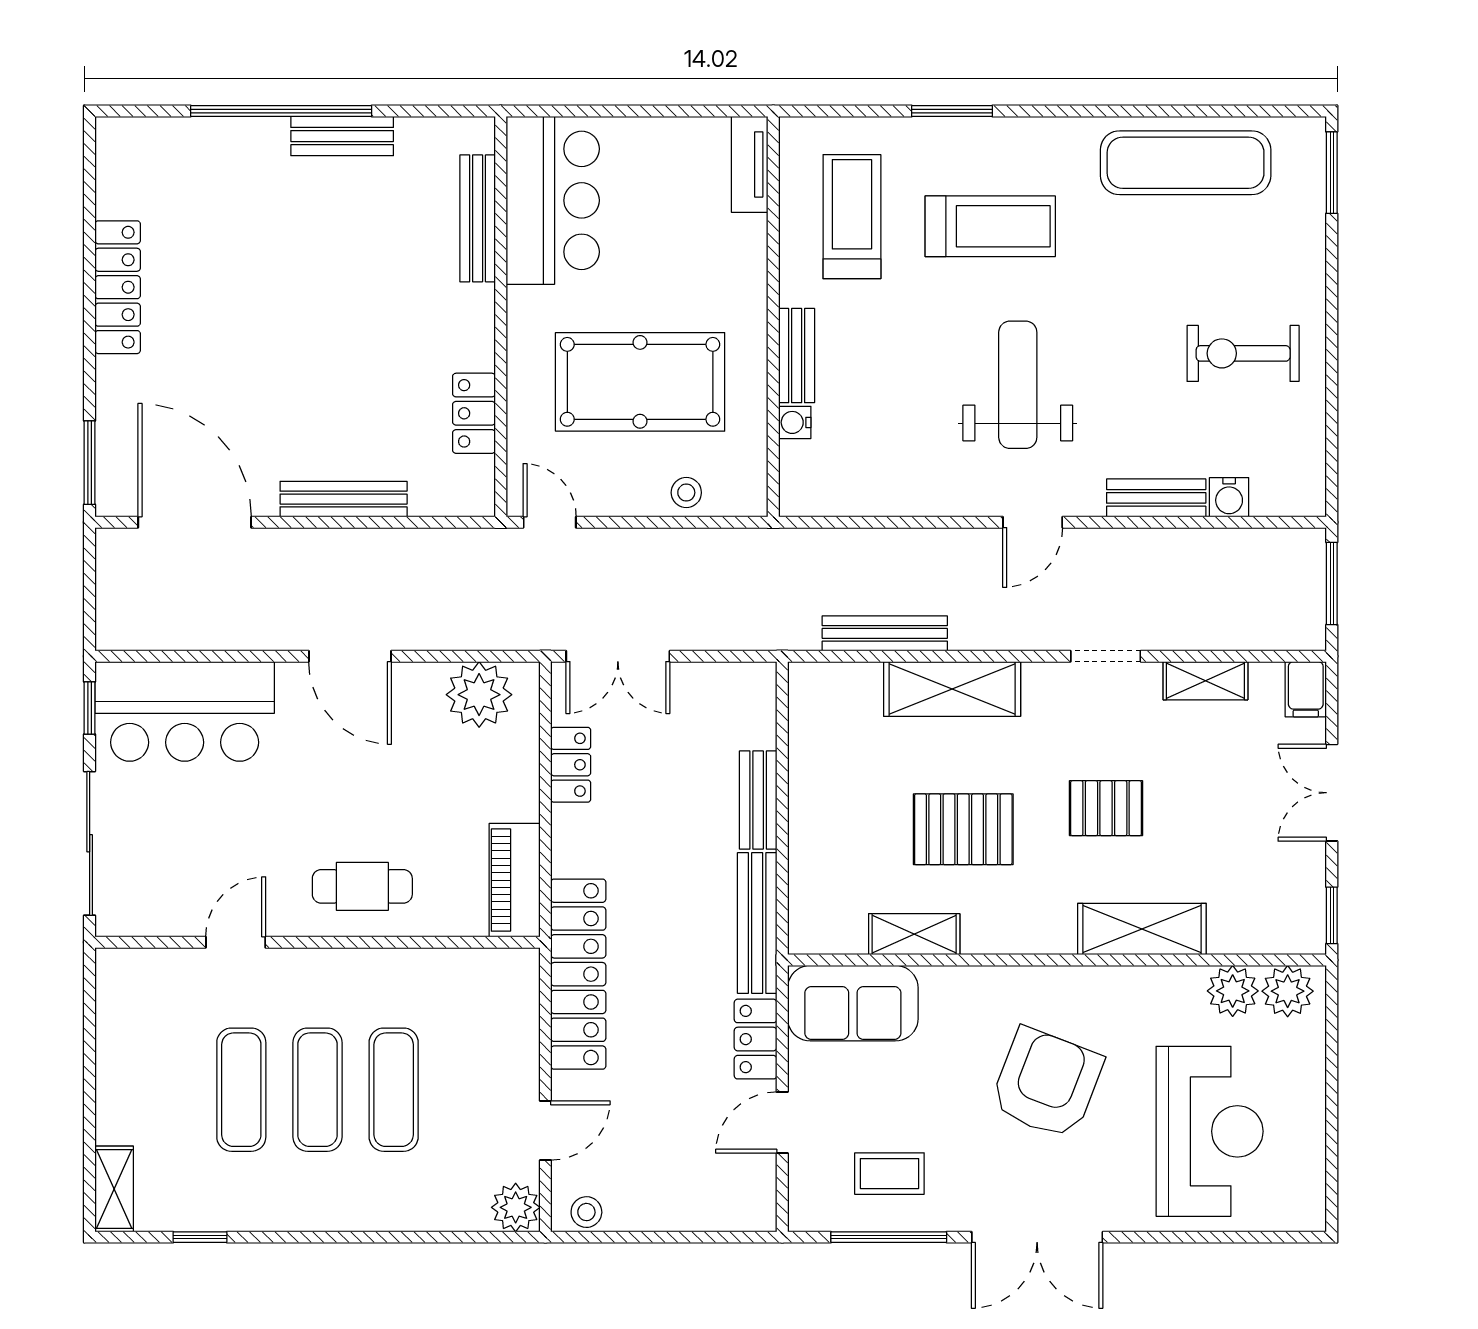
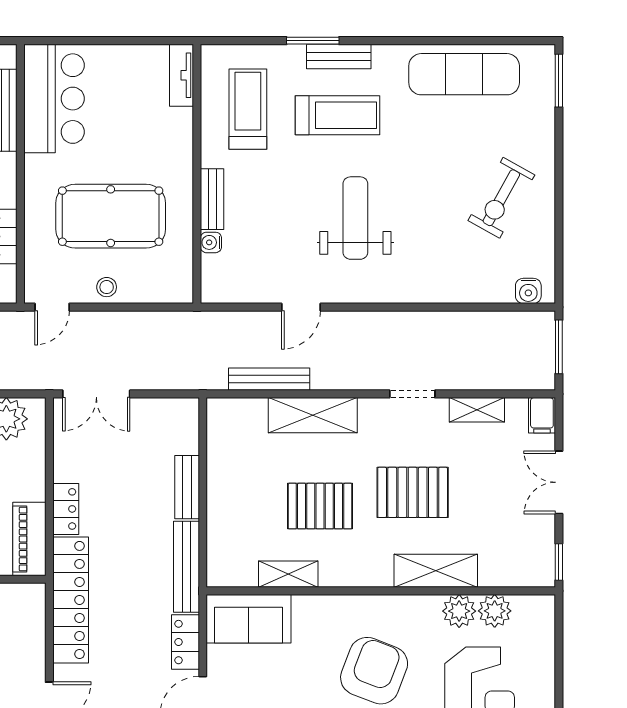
exercise bike: (1243, 353) -> (501, 198), turned -61
stool: (686, 493) -> (107, 287), moved
water cooler: (1229, 497) -> (528, 291), moved
bench: (1156, 498) -> (339, 56), moved
door: (550, 522) -> (52, 307), swing flipped
door: (1033, 522) -> (301, 307), moved
locker: (571, 765) -> (66, 509), moved
pallet: (1106, 808) -> (413, 492), width x1.50, depth x1.42
plant: (1288, 991) -> (459, 611), moved

